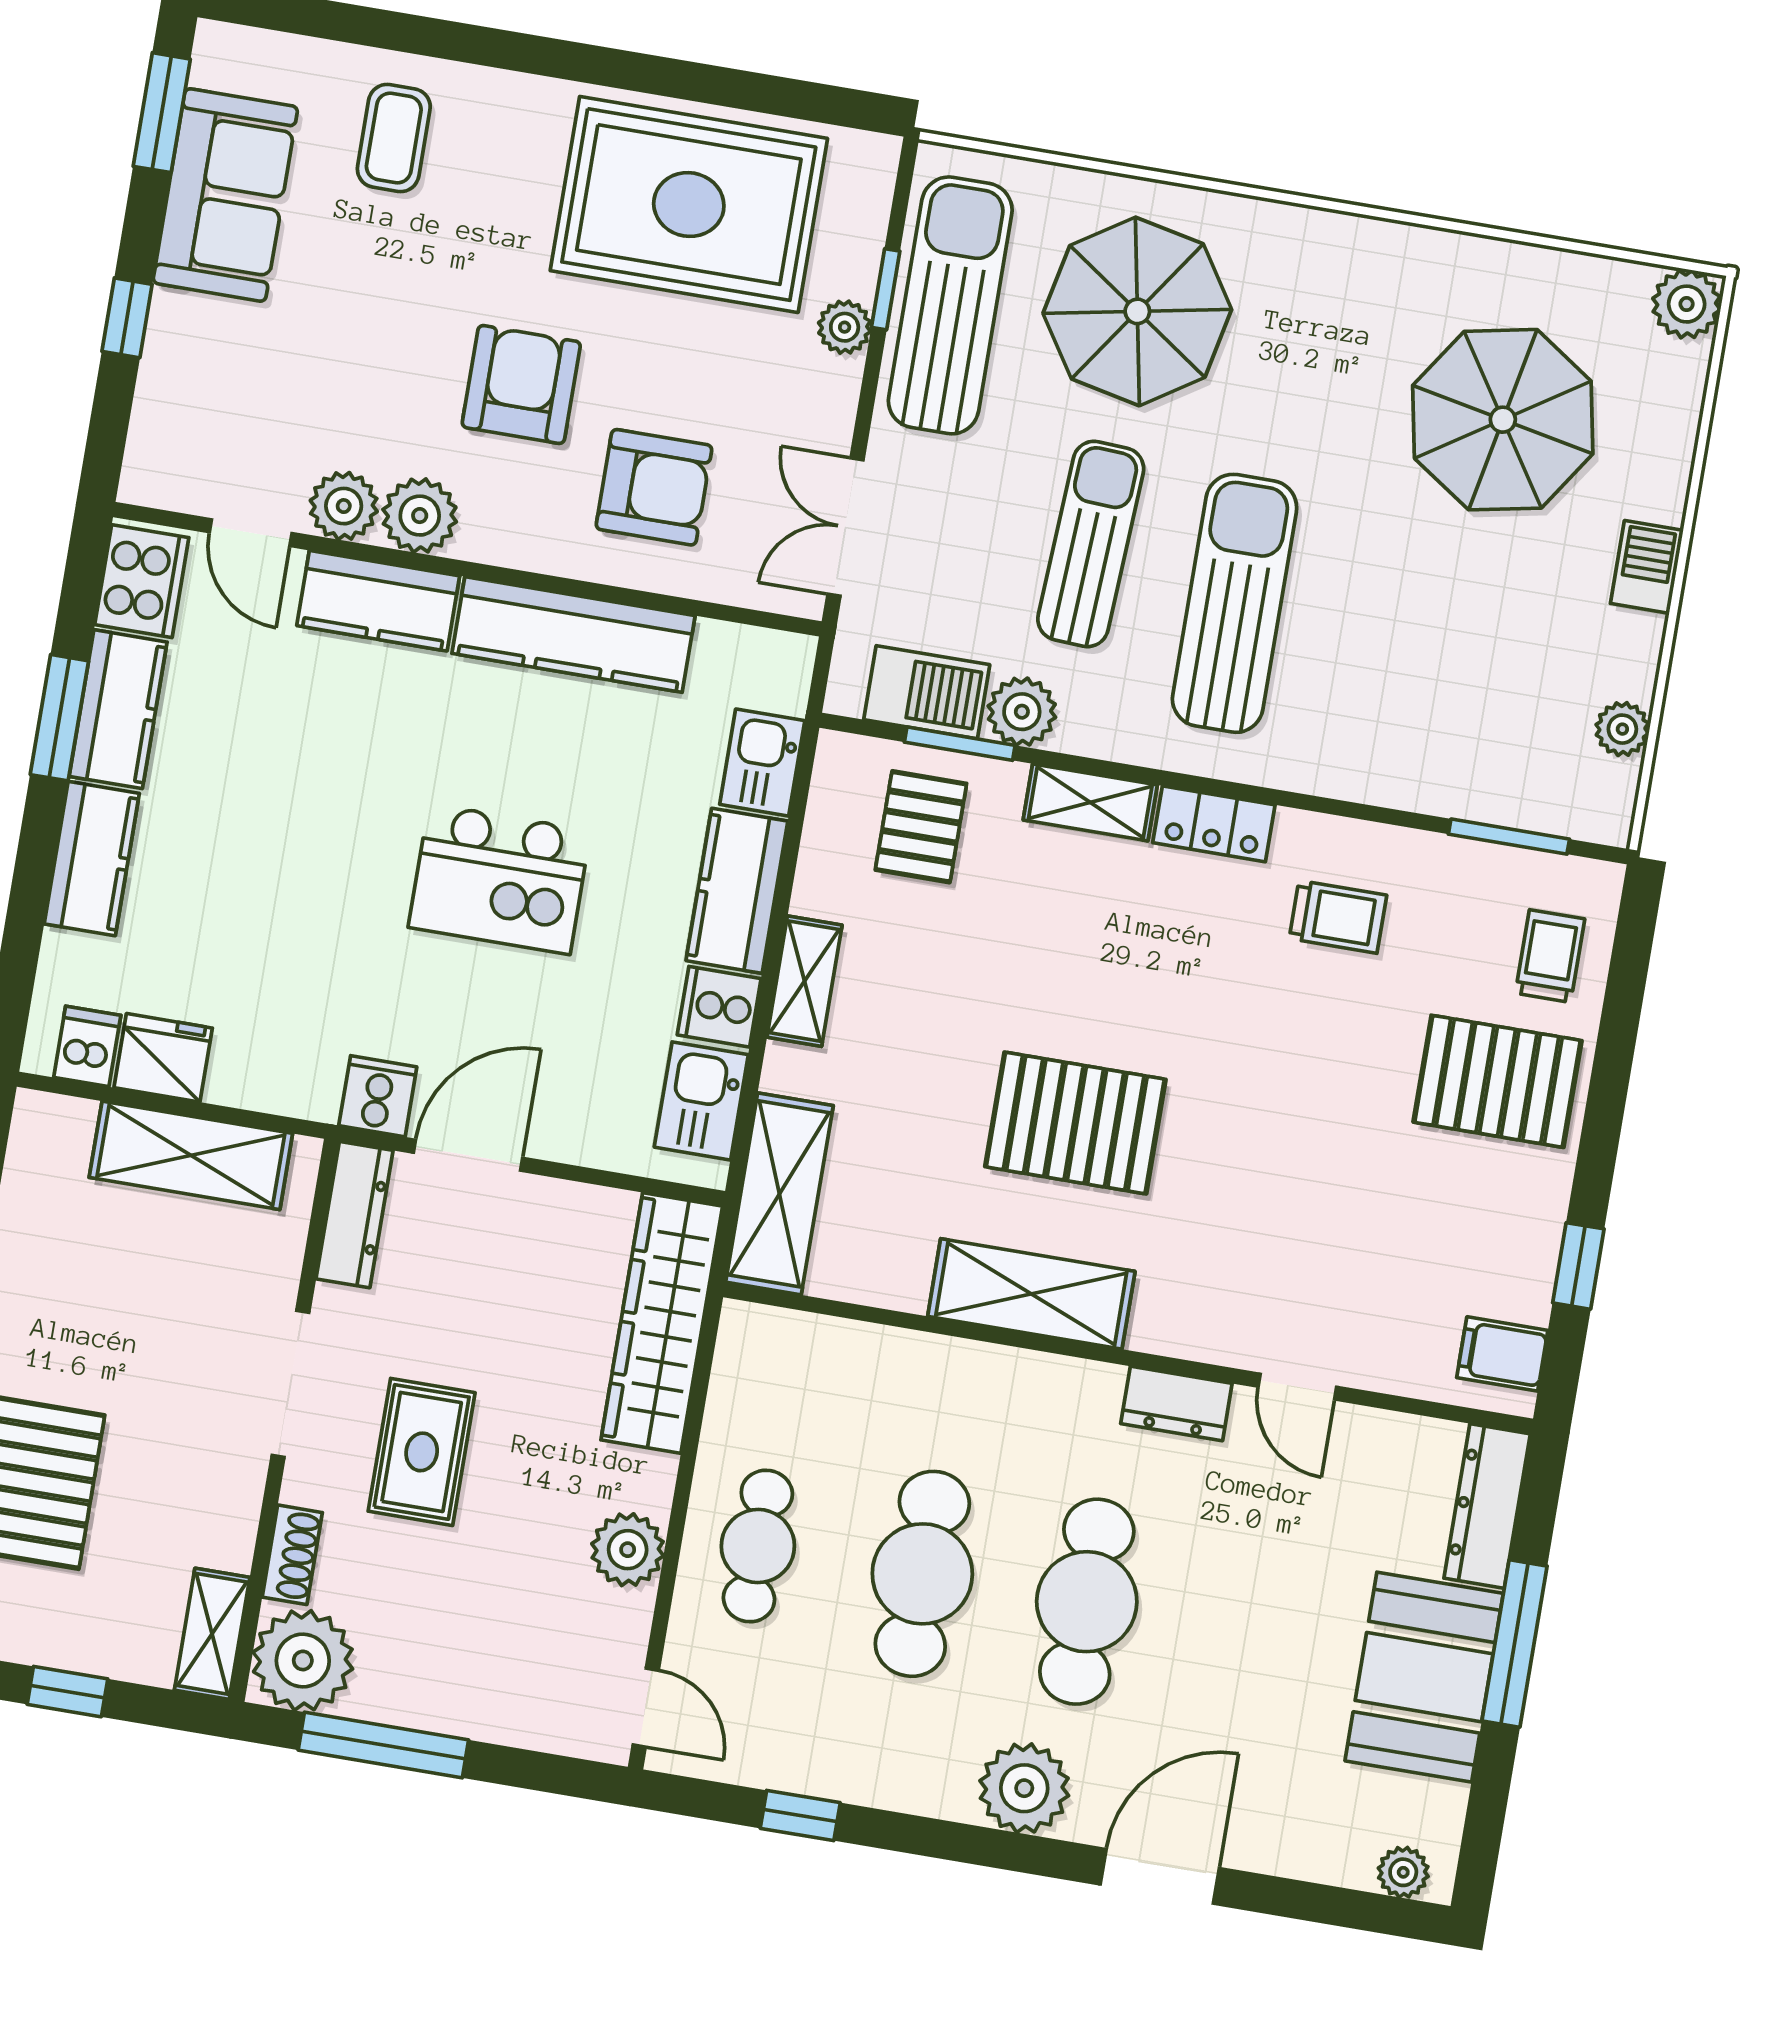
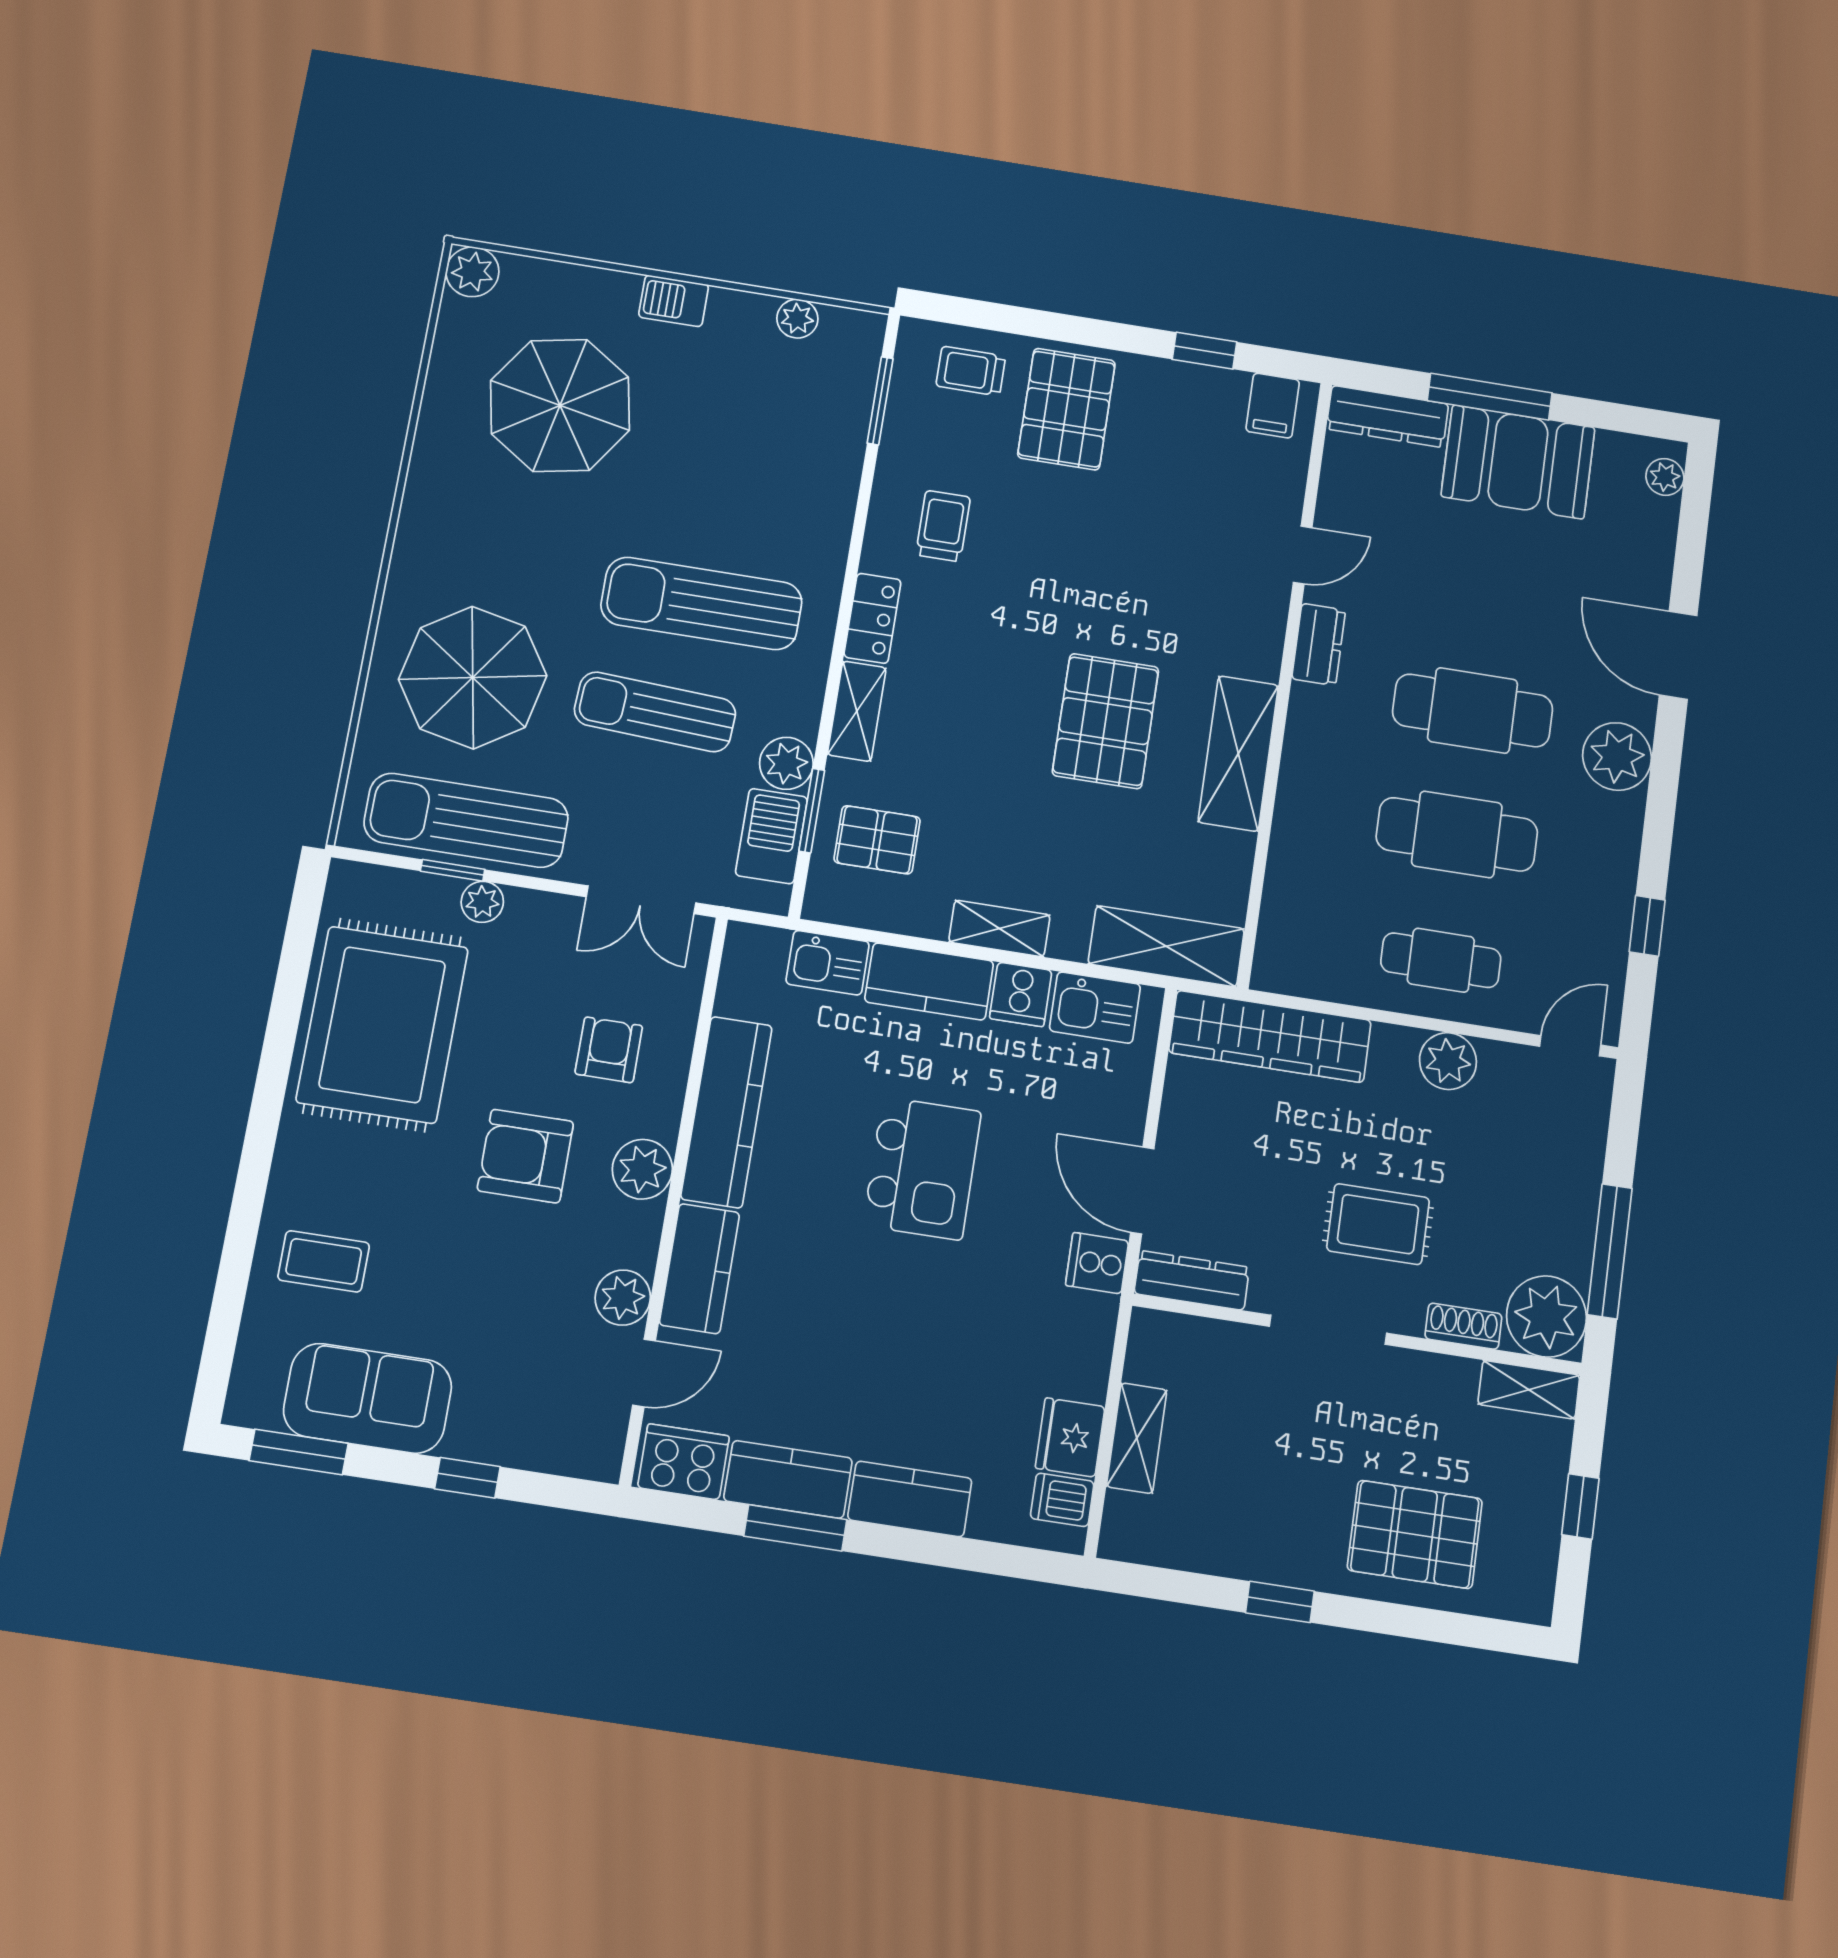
armchair: (654, 487) -> (609, 1050), width x0.72, depth x0.72
plant: (420, 516) -> (642, 1169), moved
shelving: (191, 1155) -> (1137, 1438), width x0.67, depth x0.75

